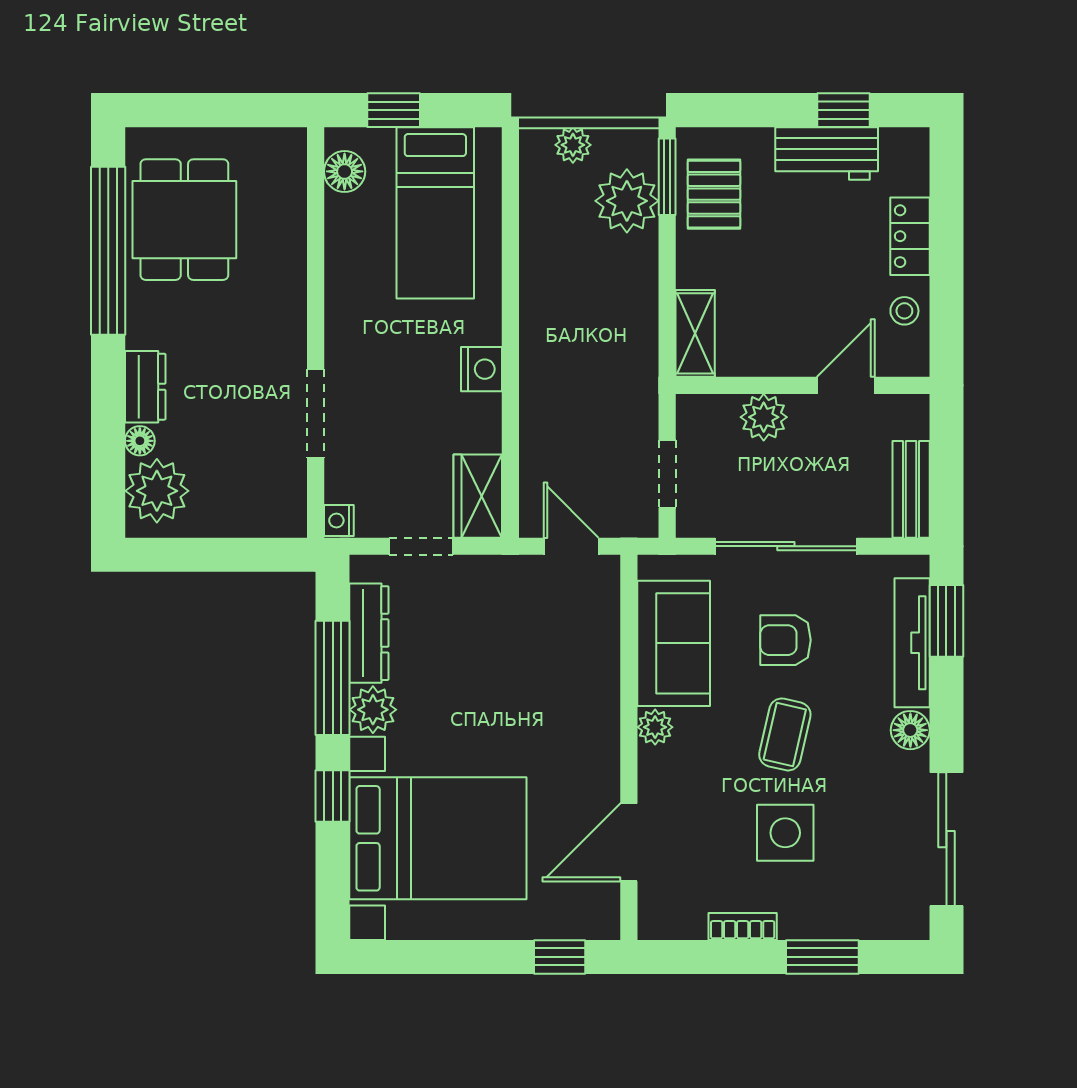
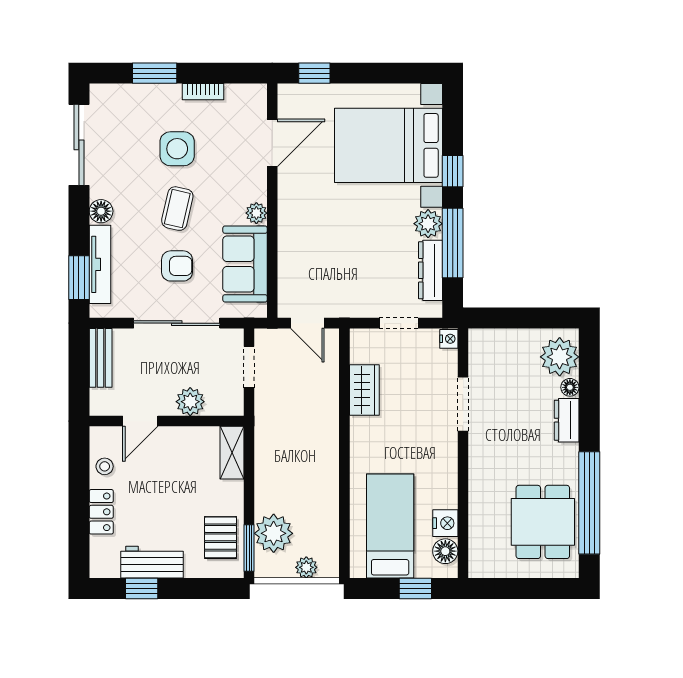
nightstand: (482, 369) -> (445, 523), moved, turned 180
wardrobe: (478, 496) -> (364, 390), moved

